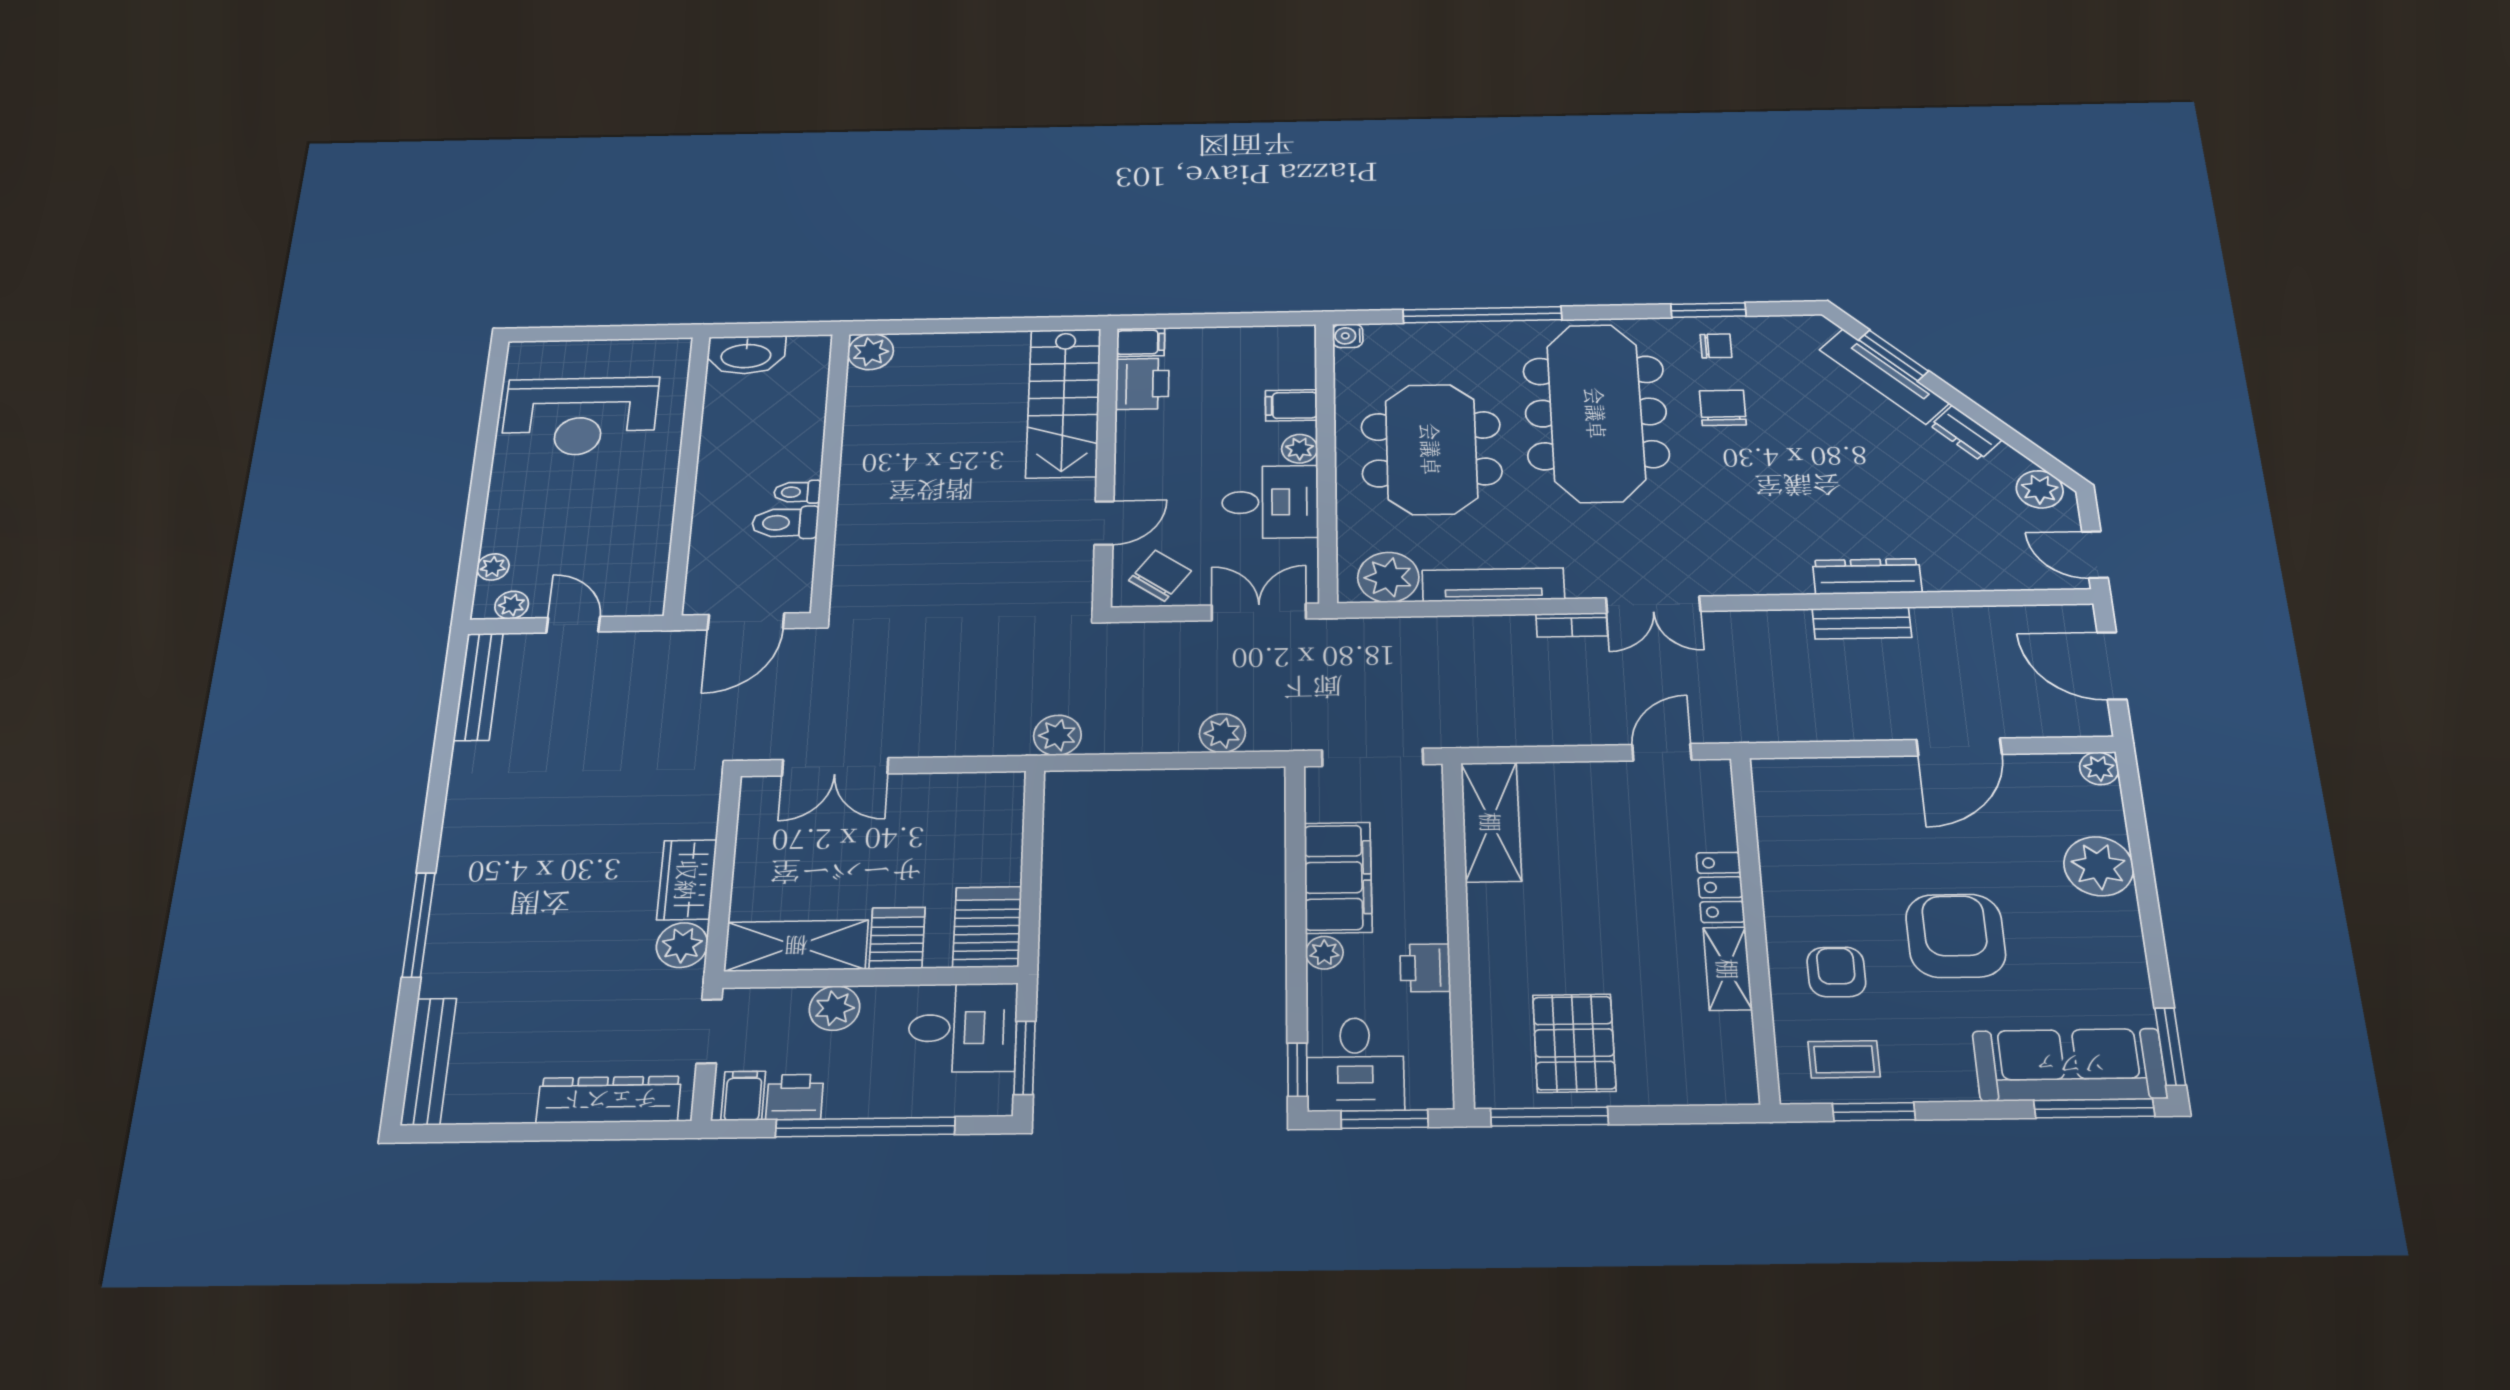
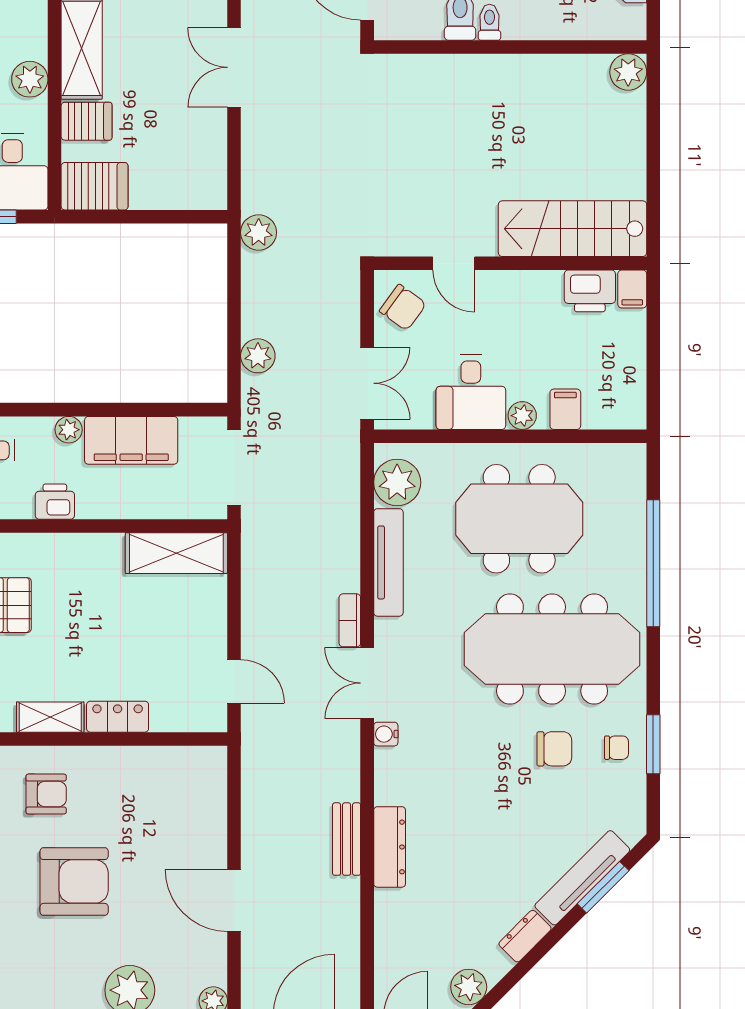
water cooler: (1348, 336) -> (386, 734), moved, turned -90
chair: (1716, 346) -> (616, 748), turned -90

